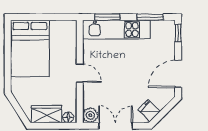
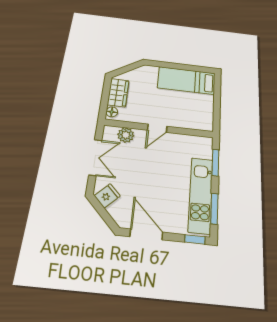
kitchen unit: (116, 30) -> (201, 195), moved
bed: (30, 48) -> (187, 81), width x0.67
plant: (90, 115) -> (126, 135), moved

